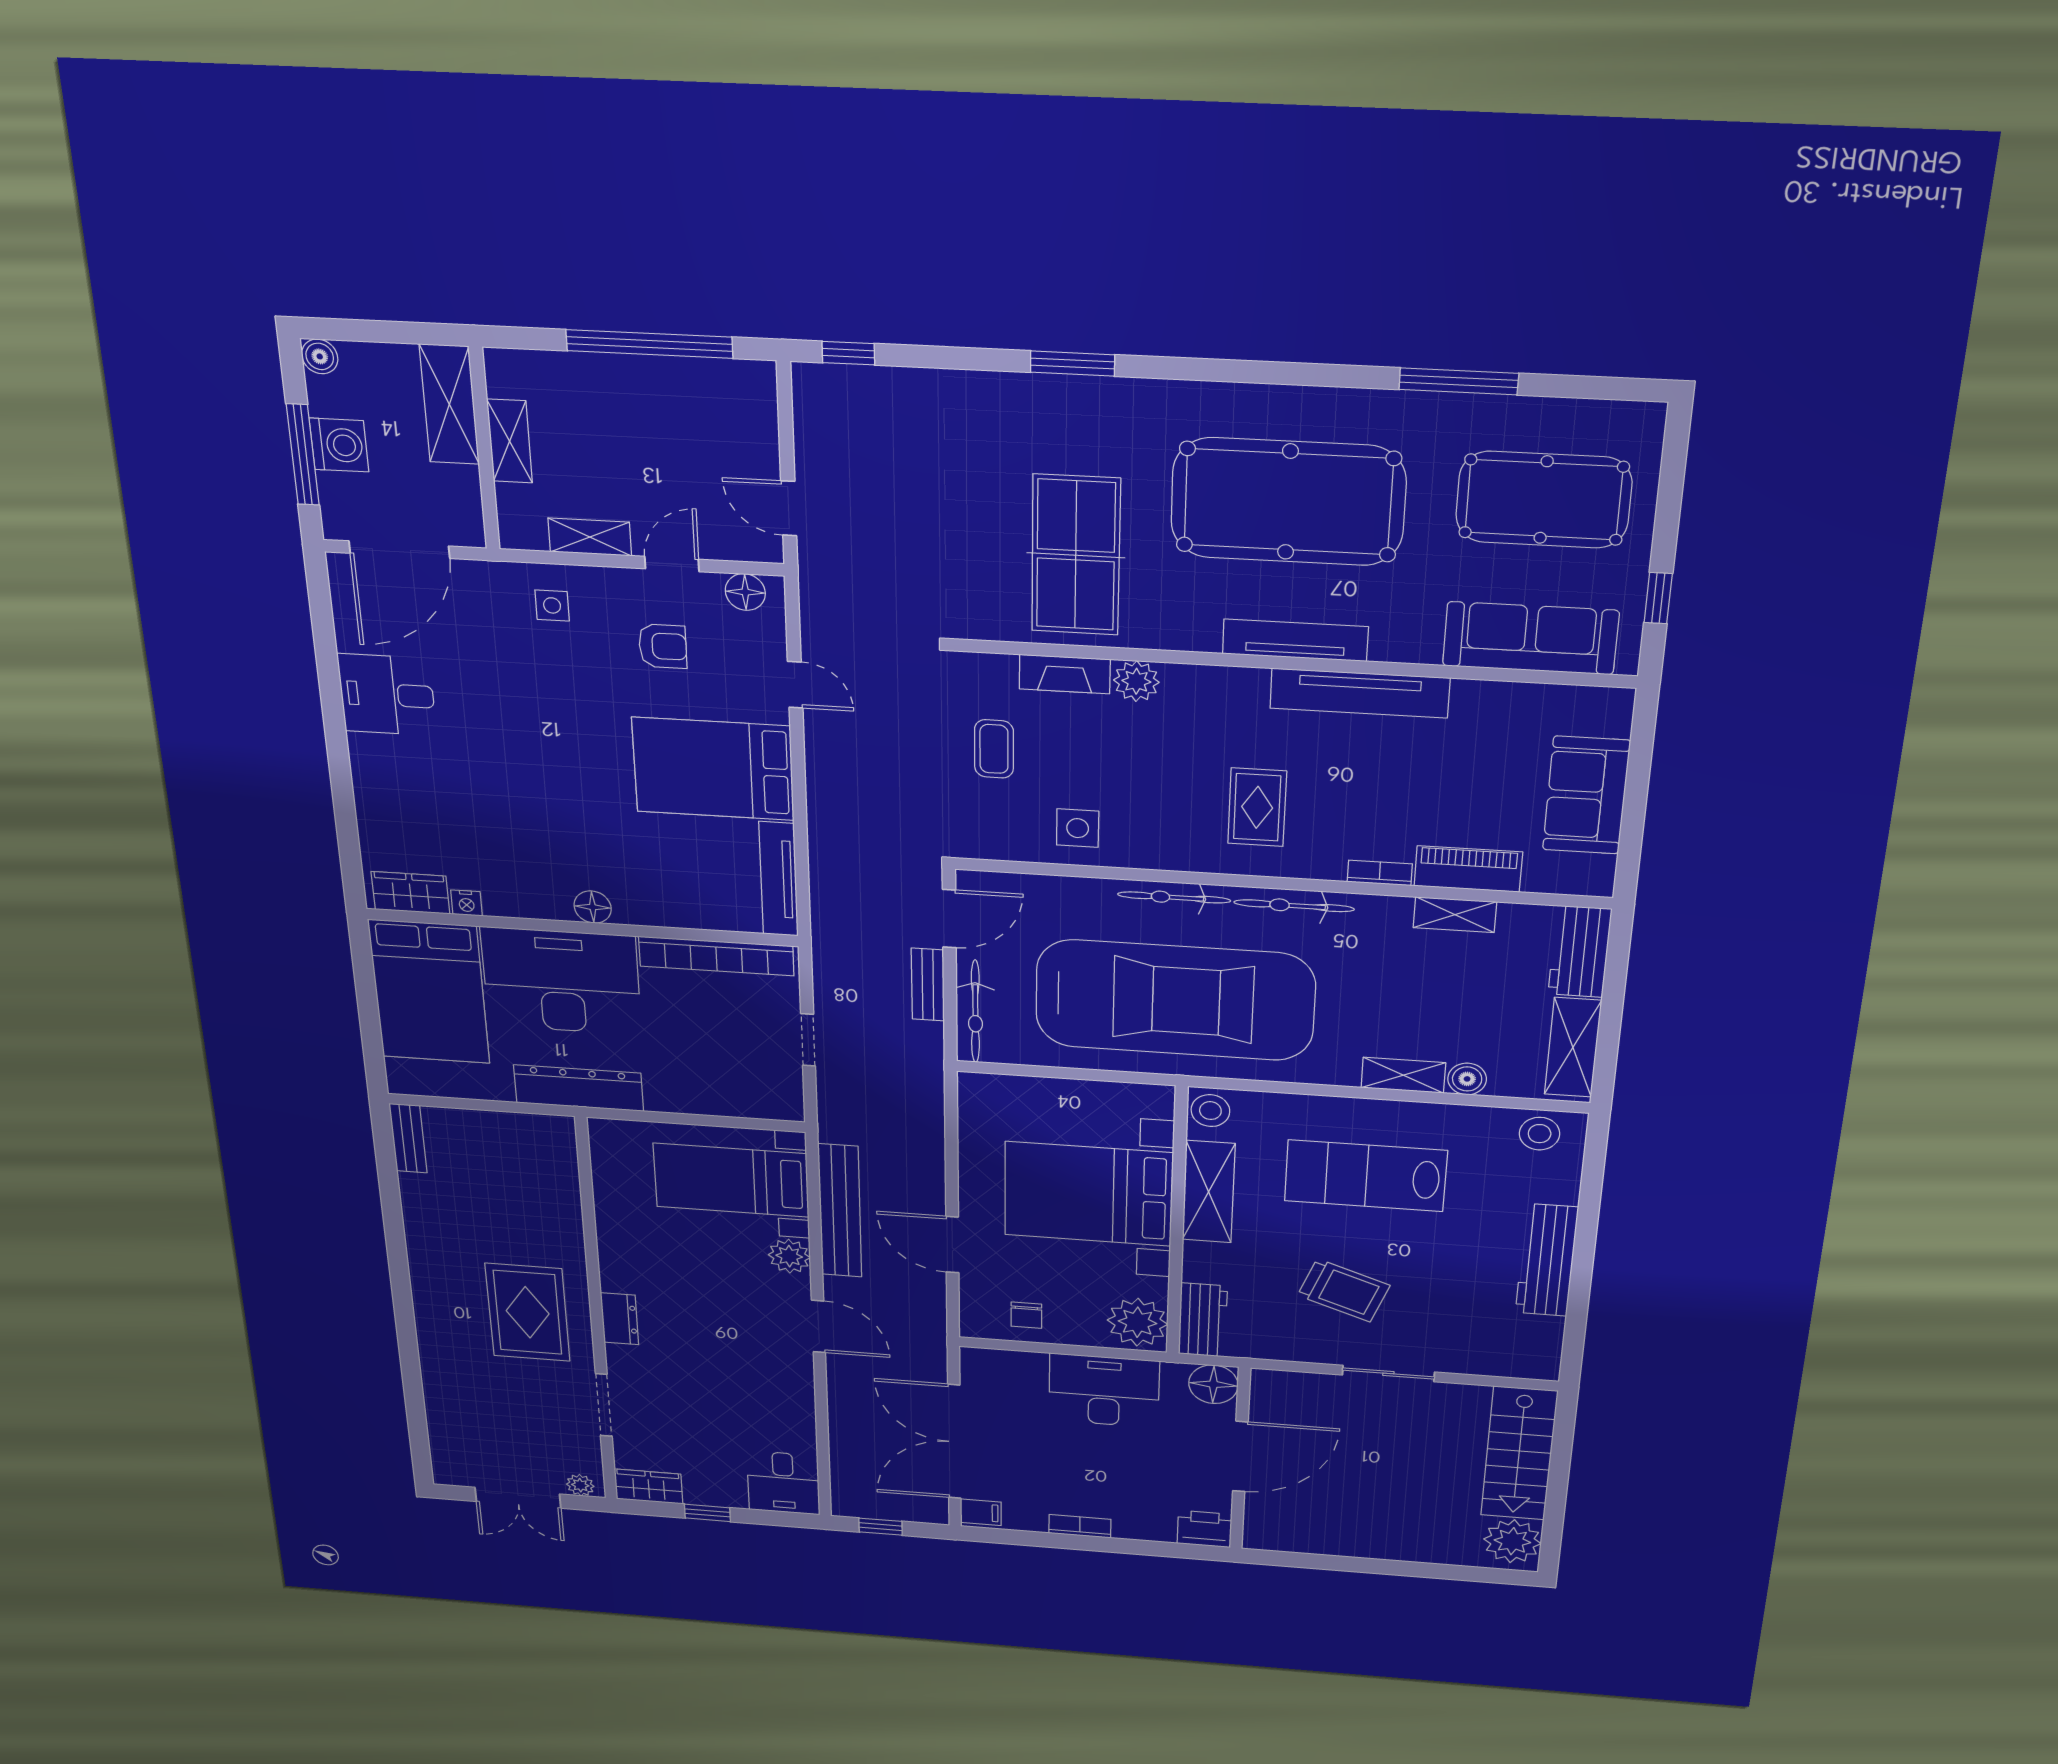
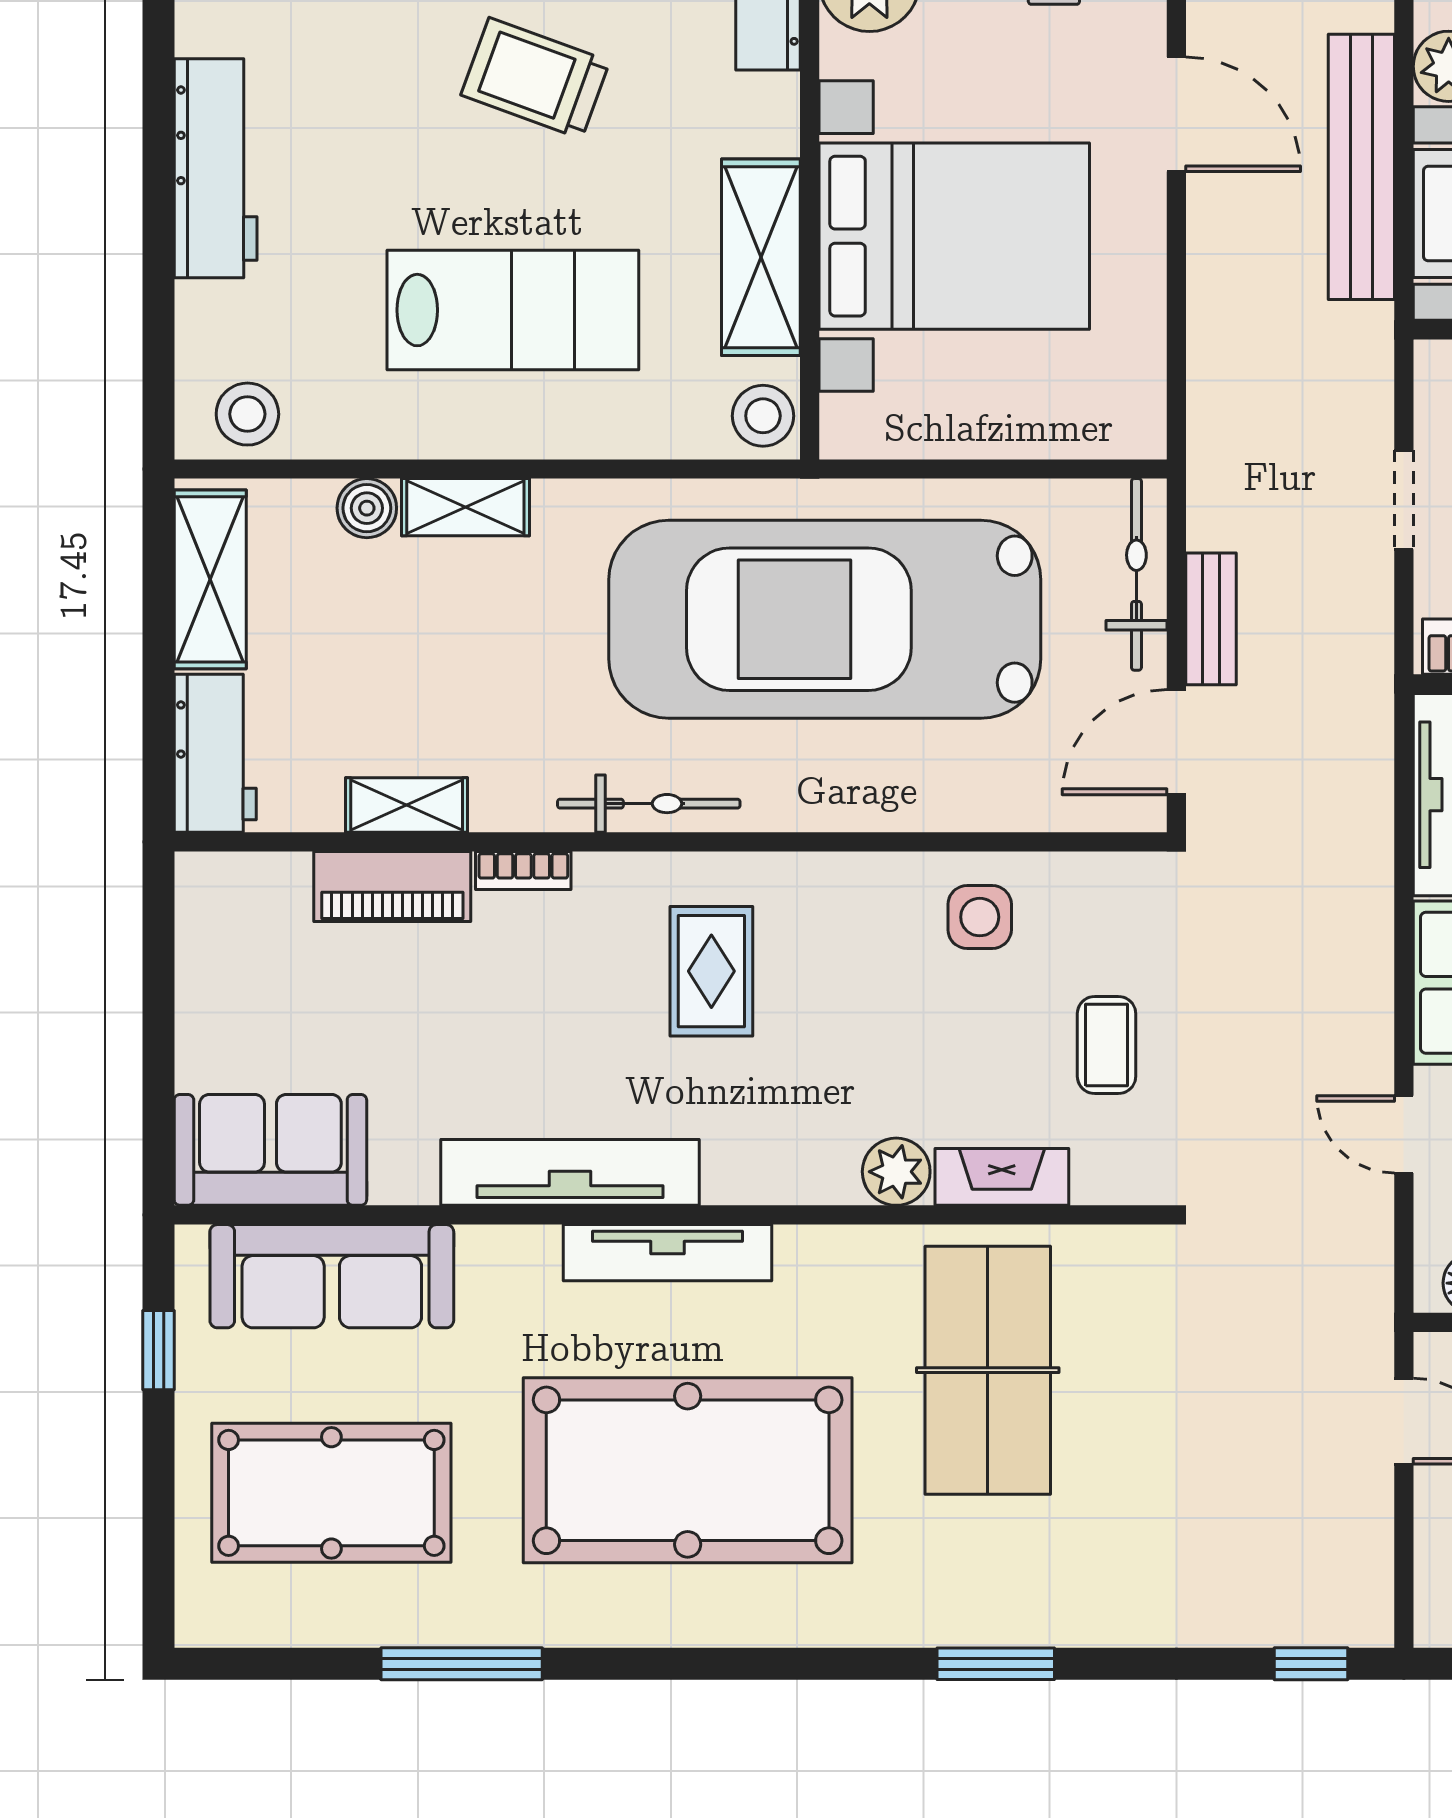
sofa: (1586, 795) -> (270, 1150), moved, turned -90
bicycle: (1174, 897) -> (831, 805), removed

